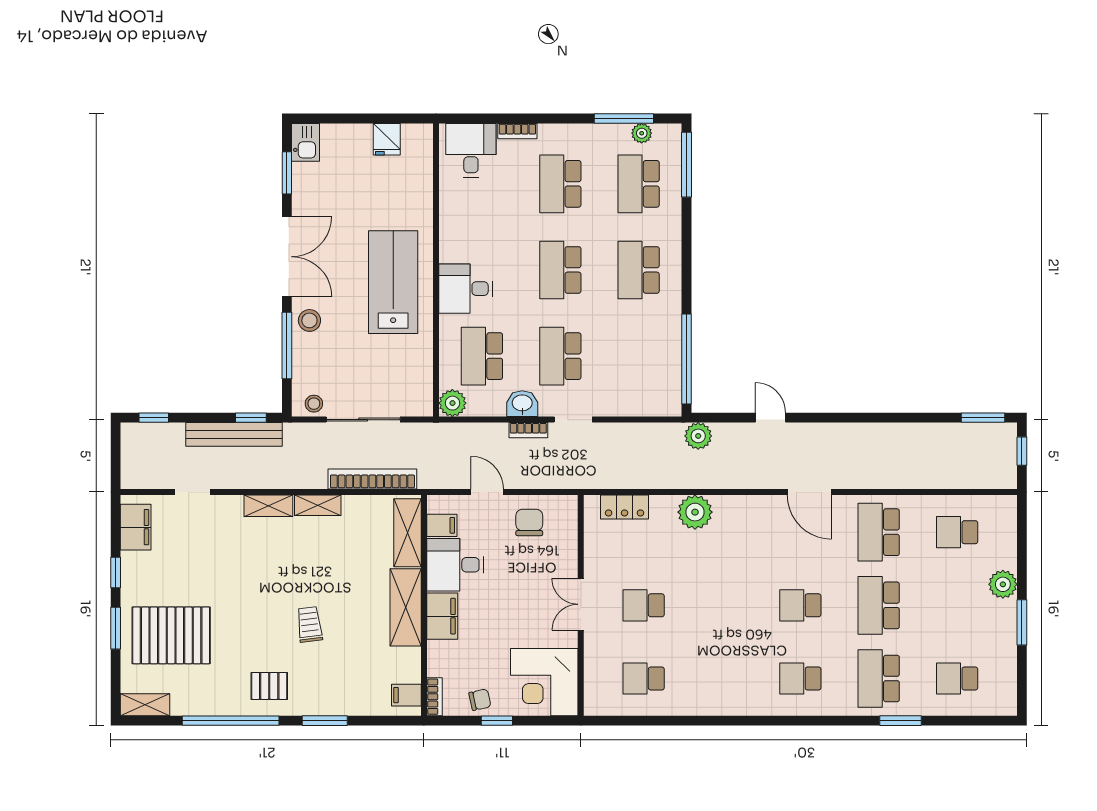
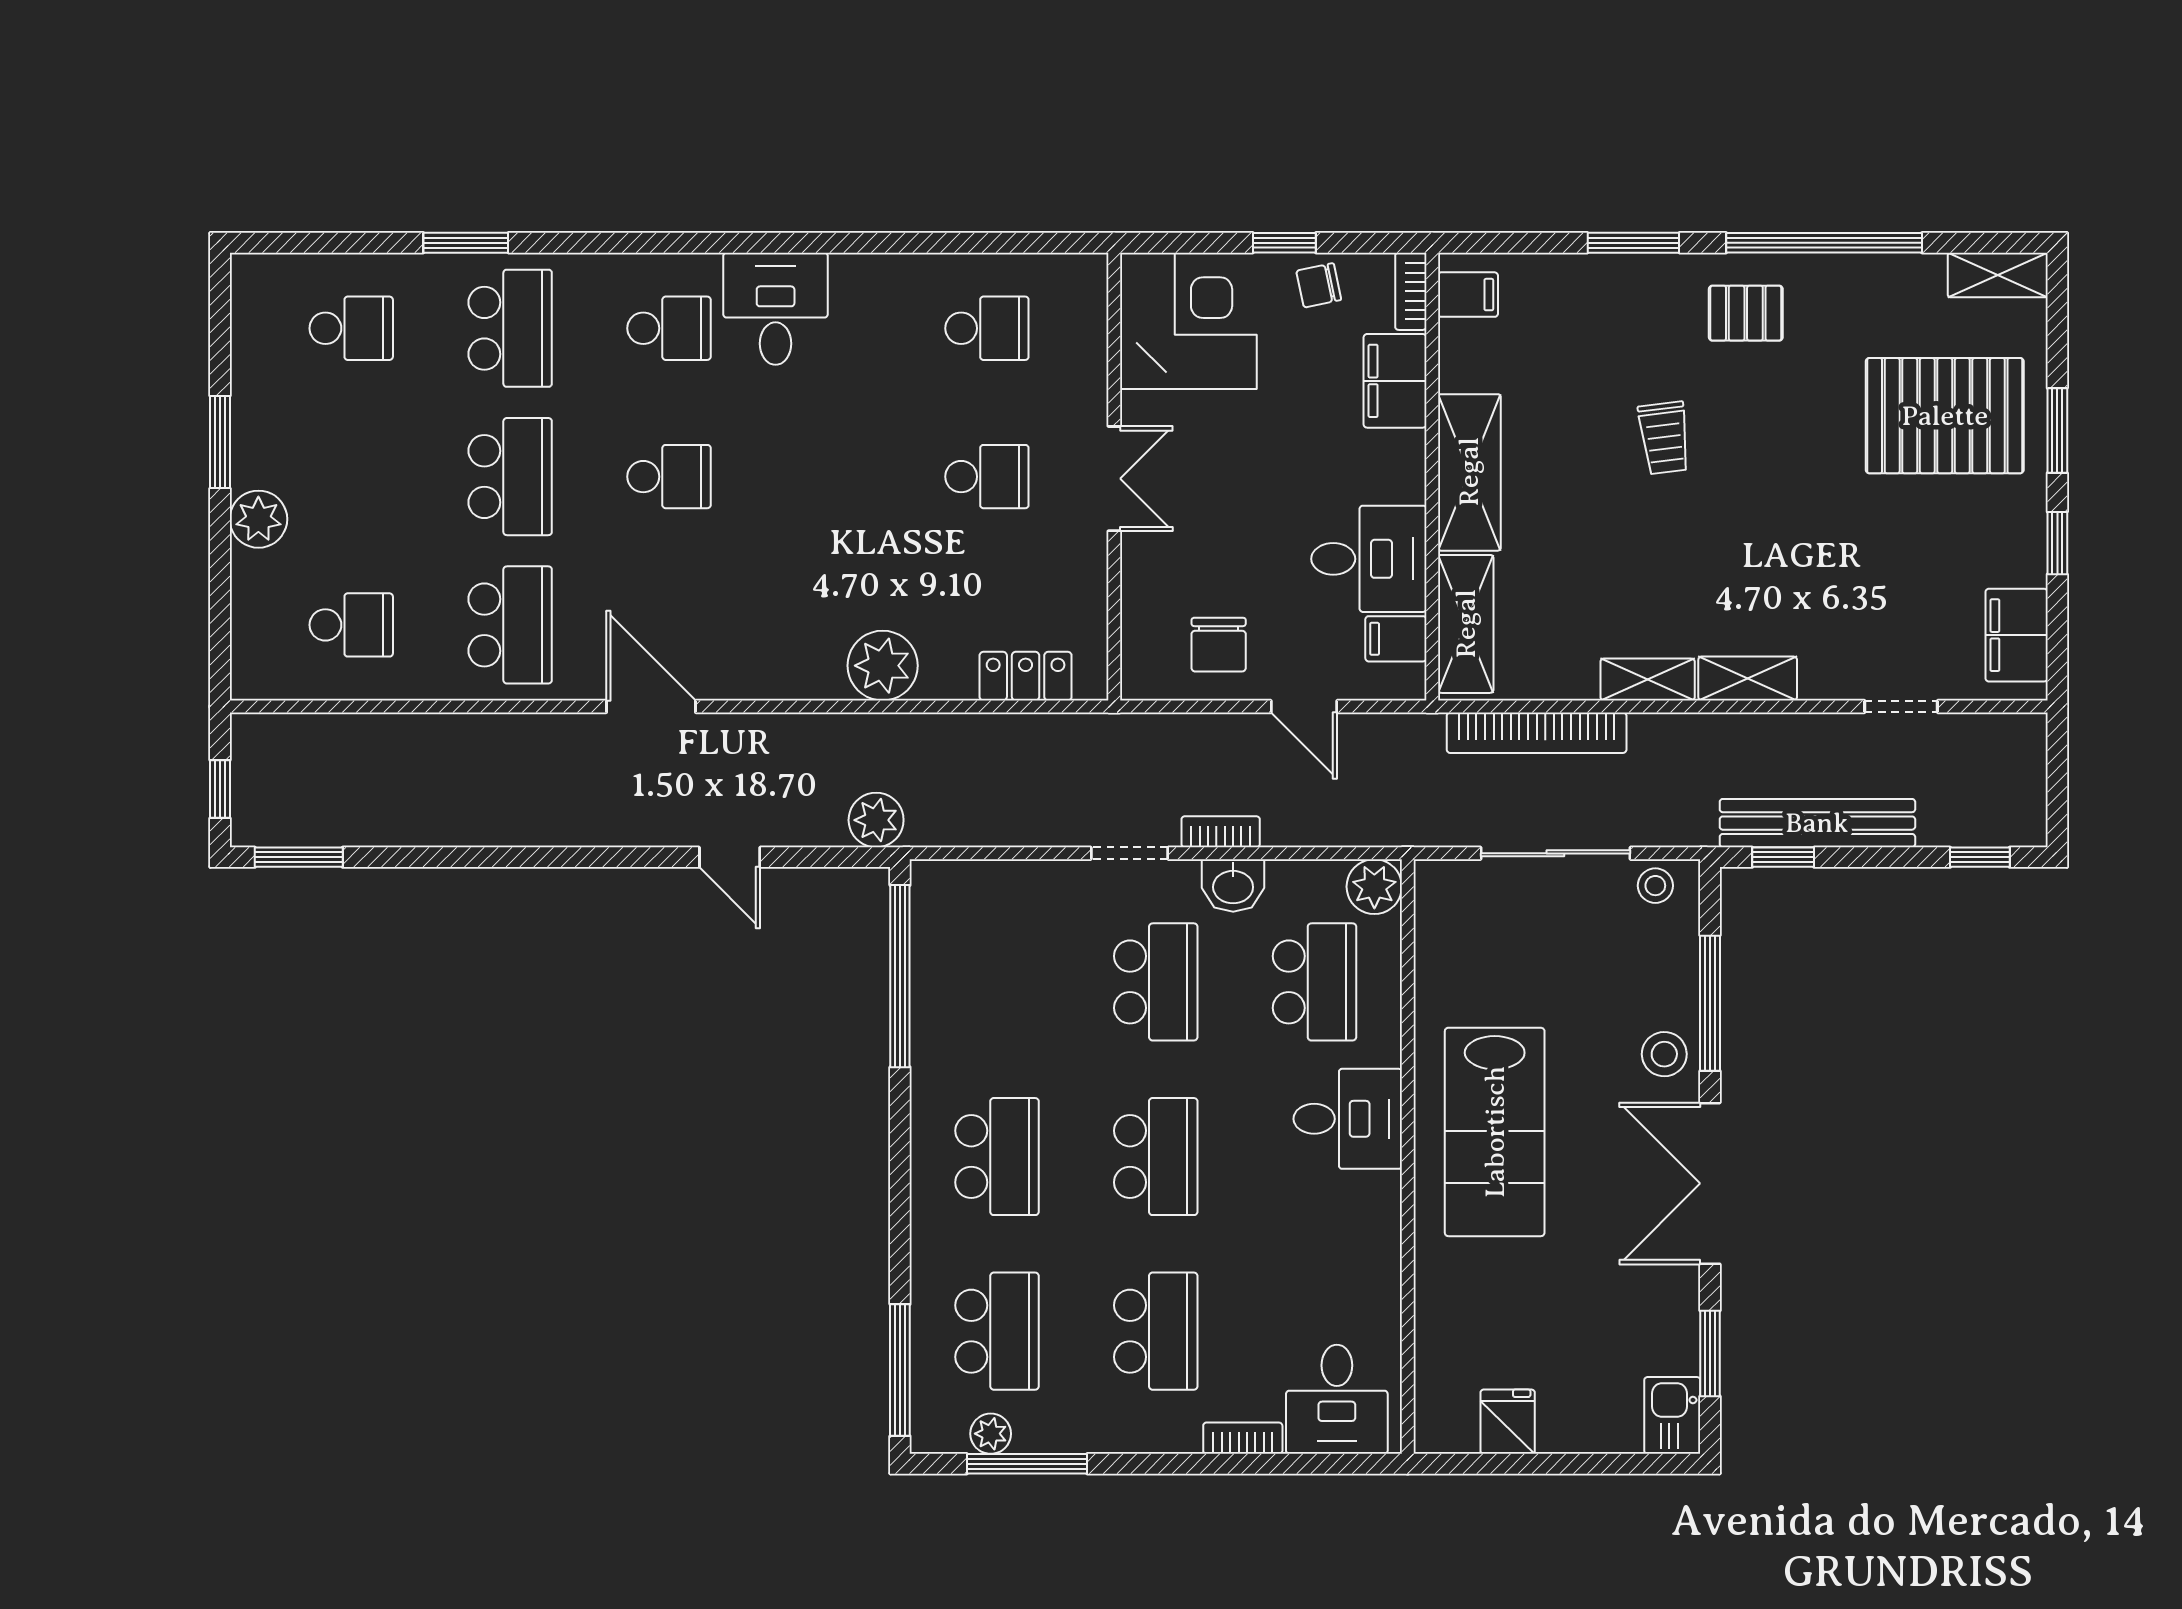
filing cabinet: (442, 616) -> (1395, 381), moved
desk: (748, 688) -> (776, 309), added

